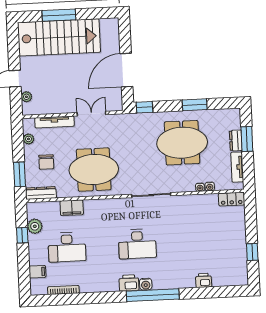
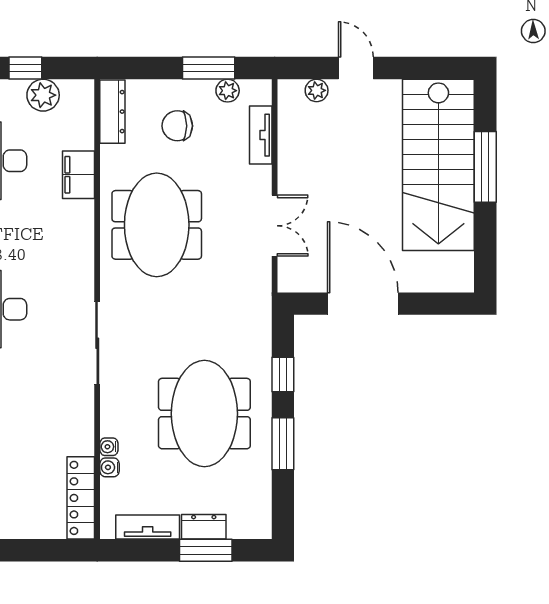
window: (145, 107) -> (283, 375), moved
tv unit: (54, 122) -> (261, 135), width x0.71
window: (19, 174) -> (209, 68), moved
locker: (232, 199) -> (81, 498), width x1.53

